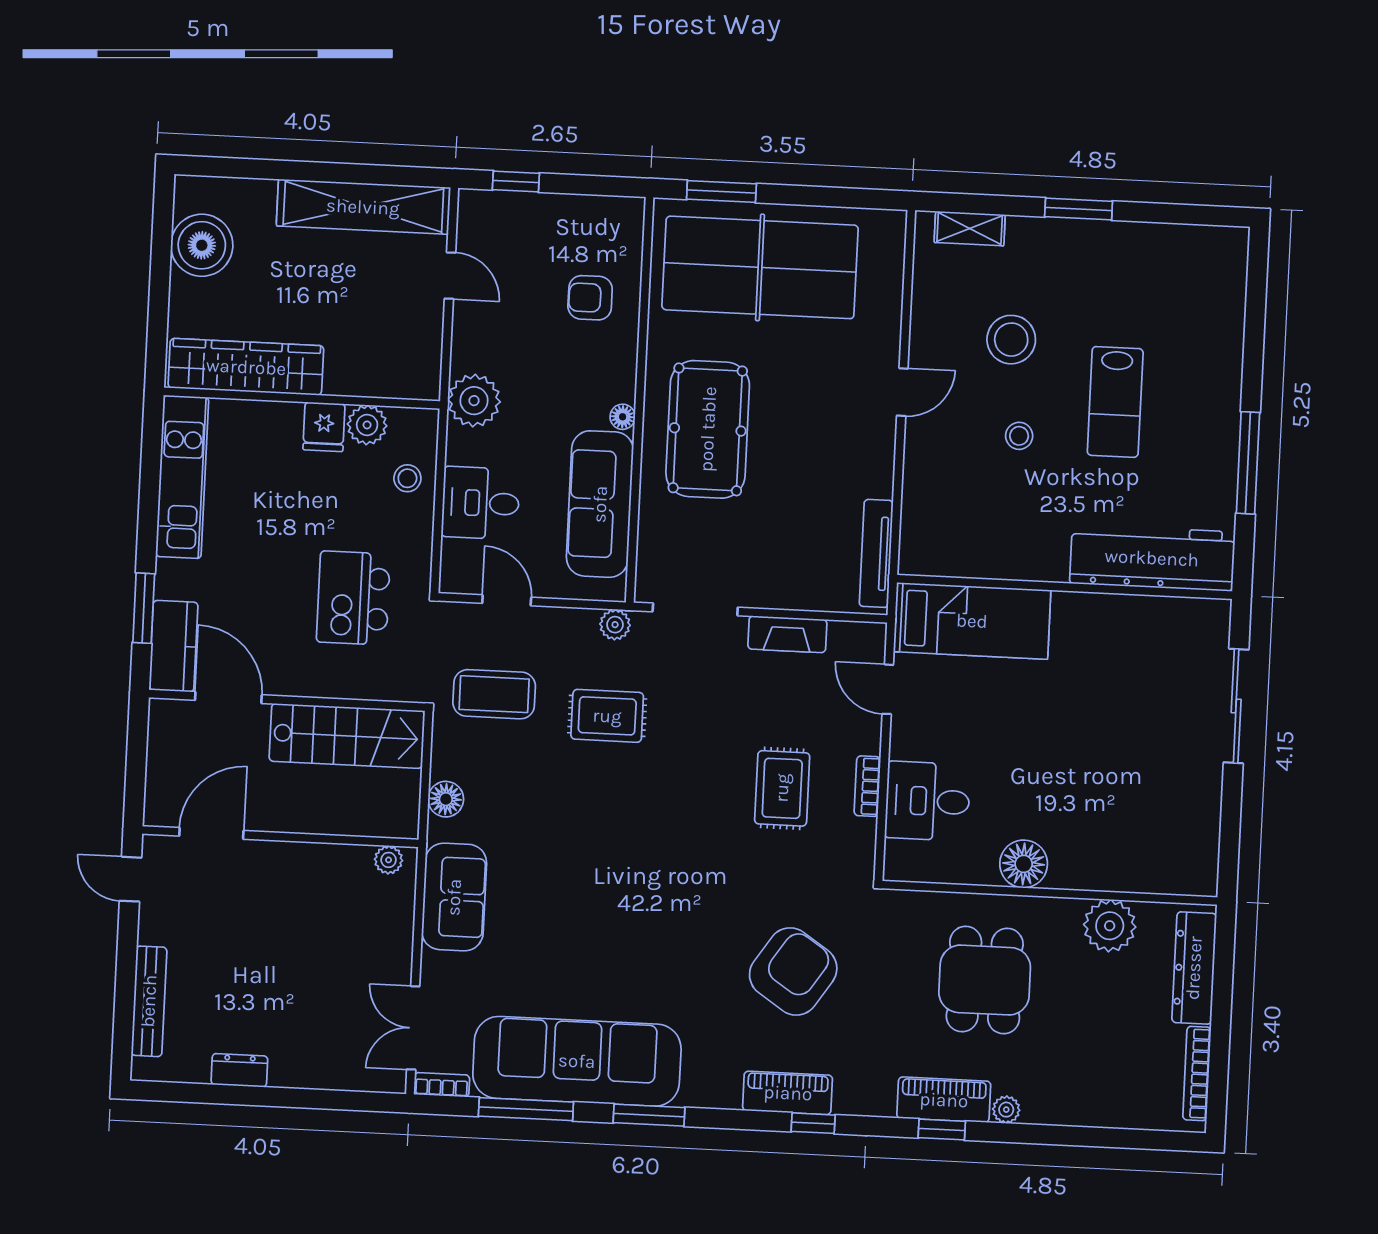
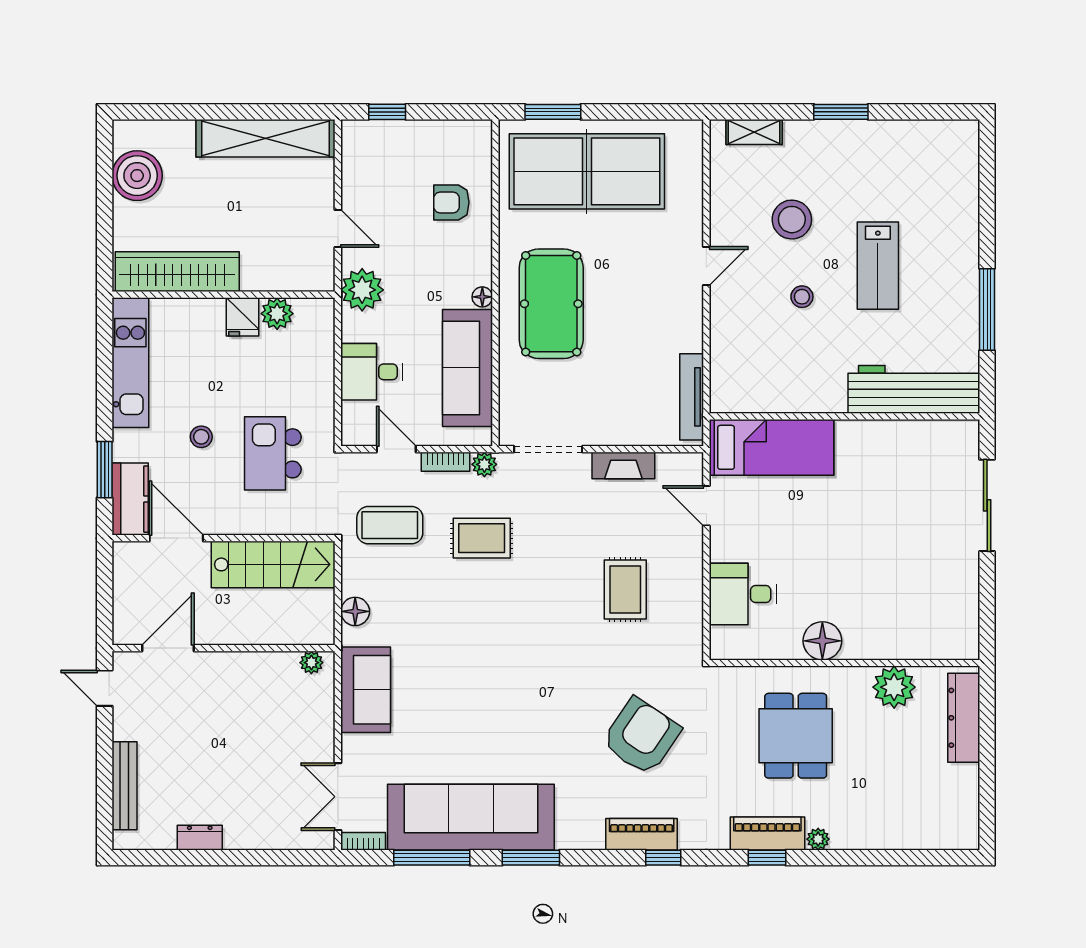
door: (450, 276) -> (338, 228), moved
stool: (407, 478) -> (201, 437), moved
bookcase: (867, 786) -> (445, 462), moved, turned -90
bookcase: (1197, 1073) -> (970, 803), removed

